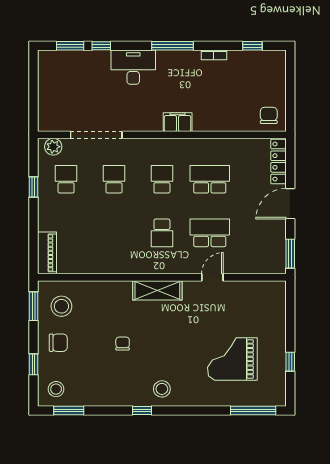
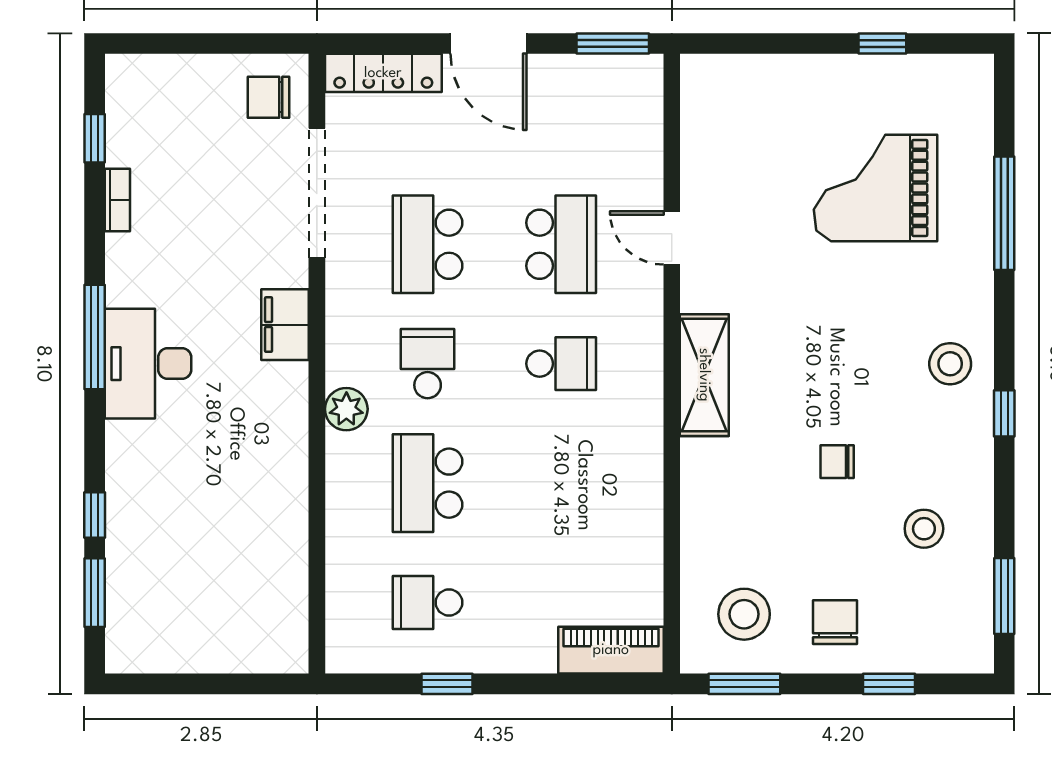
bookcase: (214, 55) -> (117, 200), moved
desk: (133, 67) -> (148, 364), moved
doorway: (96, 135) -> (317, 193), moved
plant: (53, 147) -> (346, 409), moved
school desk: (114, 179) -> (428, 483), width x1.85
school desk: (162, 179) -> (428, 364), turned 90
school desk: (210, 233) -> (561, 244), turned 180
grand piano: (232, 359) -> (875, 188), turned 90
stool: (56, 389) -> (924, 529), moved
window: (253, 411) -> (1004, 213), moved

